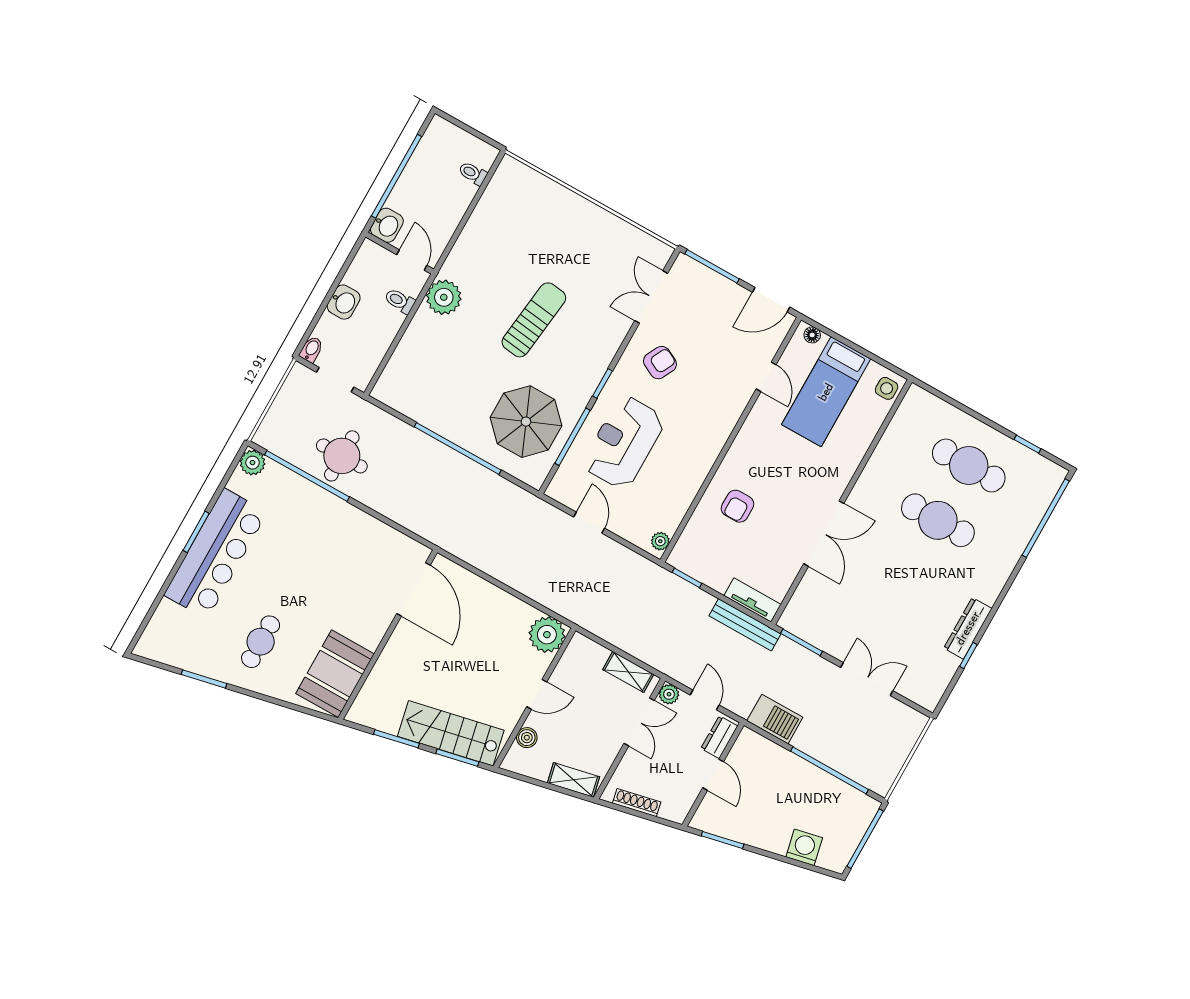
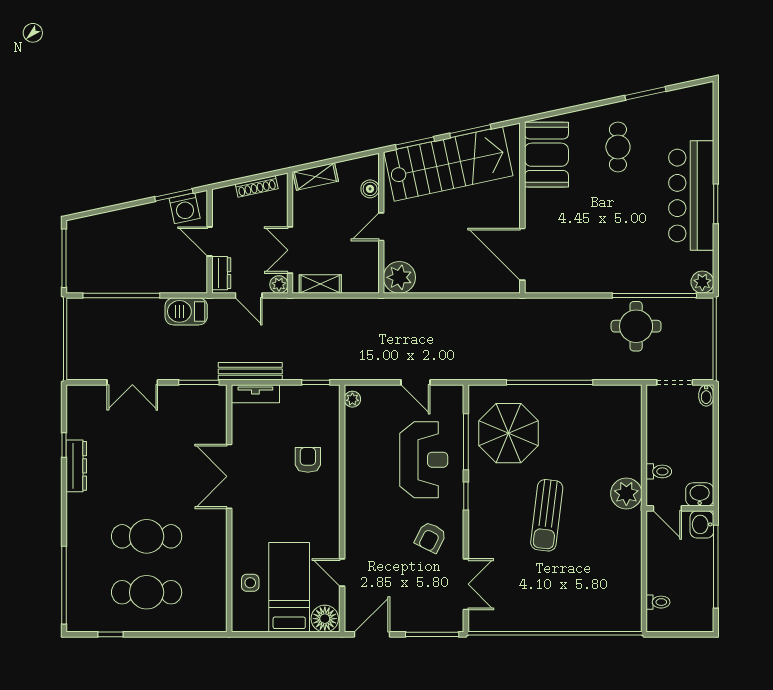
washbasin: (344, 302) -> (700, 494), moved, turned 90
floor lamp: (812, 335) -> (325, 619), width x1.89, depth x1.89
side table: (887, 388) -> (250, 583), moved
stairs: (451, 733) -> (448, 164), width x1.36, depth x1.51
washing machine: (804, 847) -> (185, 208), moved

